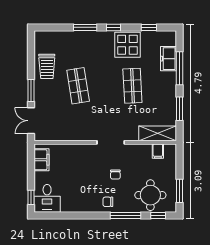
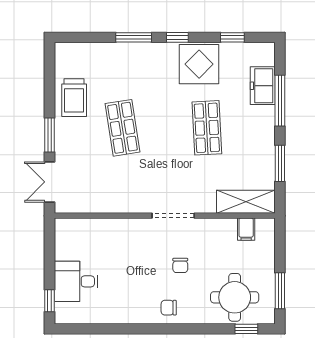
filing cabinet: (41, 160) -> (66, 242), removed
desk: (47, 198) -> (76, 281), moved, turned 90
window: (125, 216) -> (196, 329), removed

